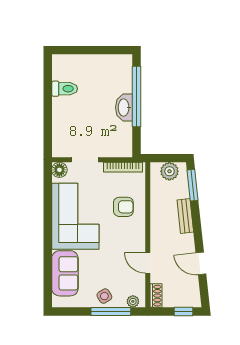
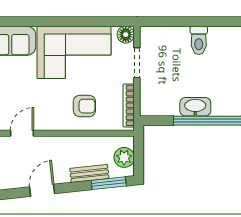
toilet: (65, 89) -> (199, 40), moved
armchair: (123, 207) -> (84, 106), turned -90
bench: (185, 216) -> (89, 173), moved
door: (201, 263) -> (42, 190), moved

